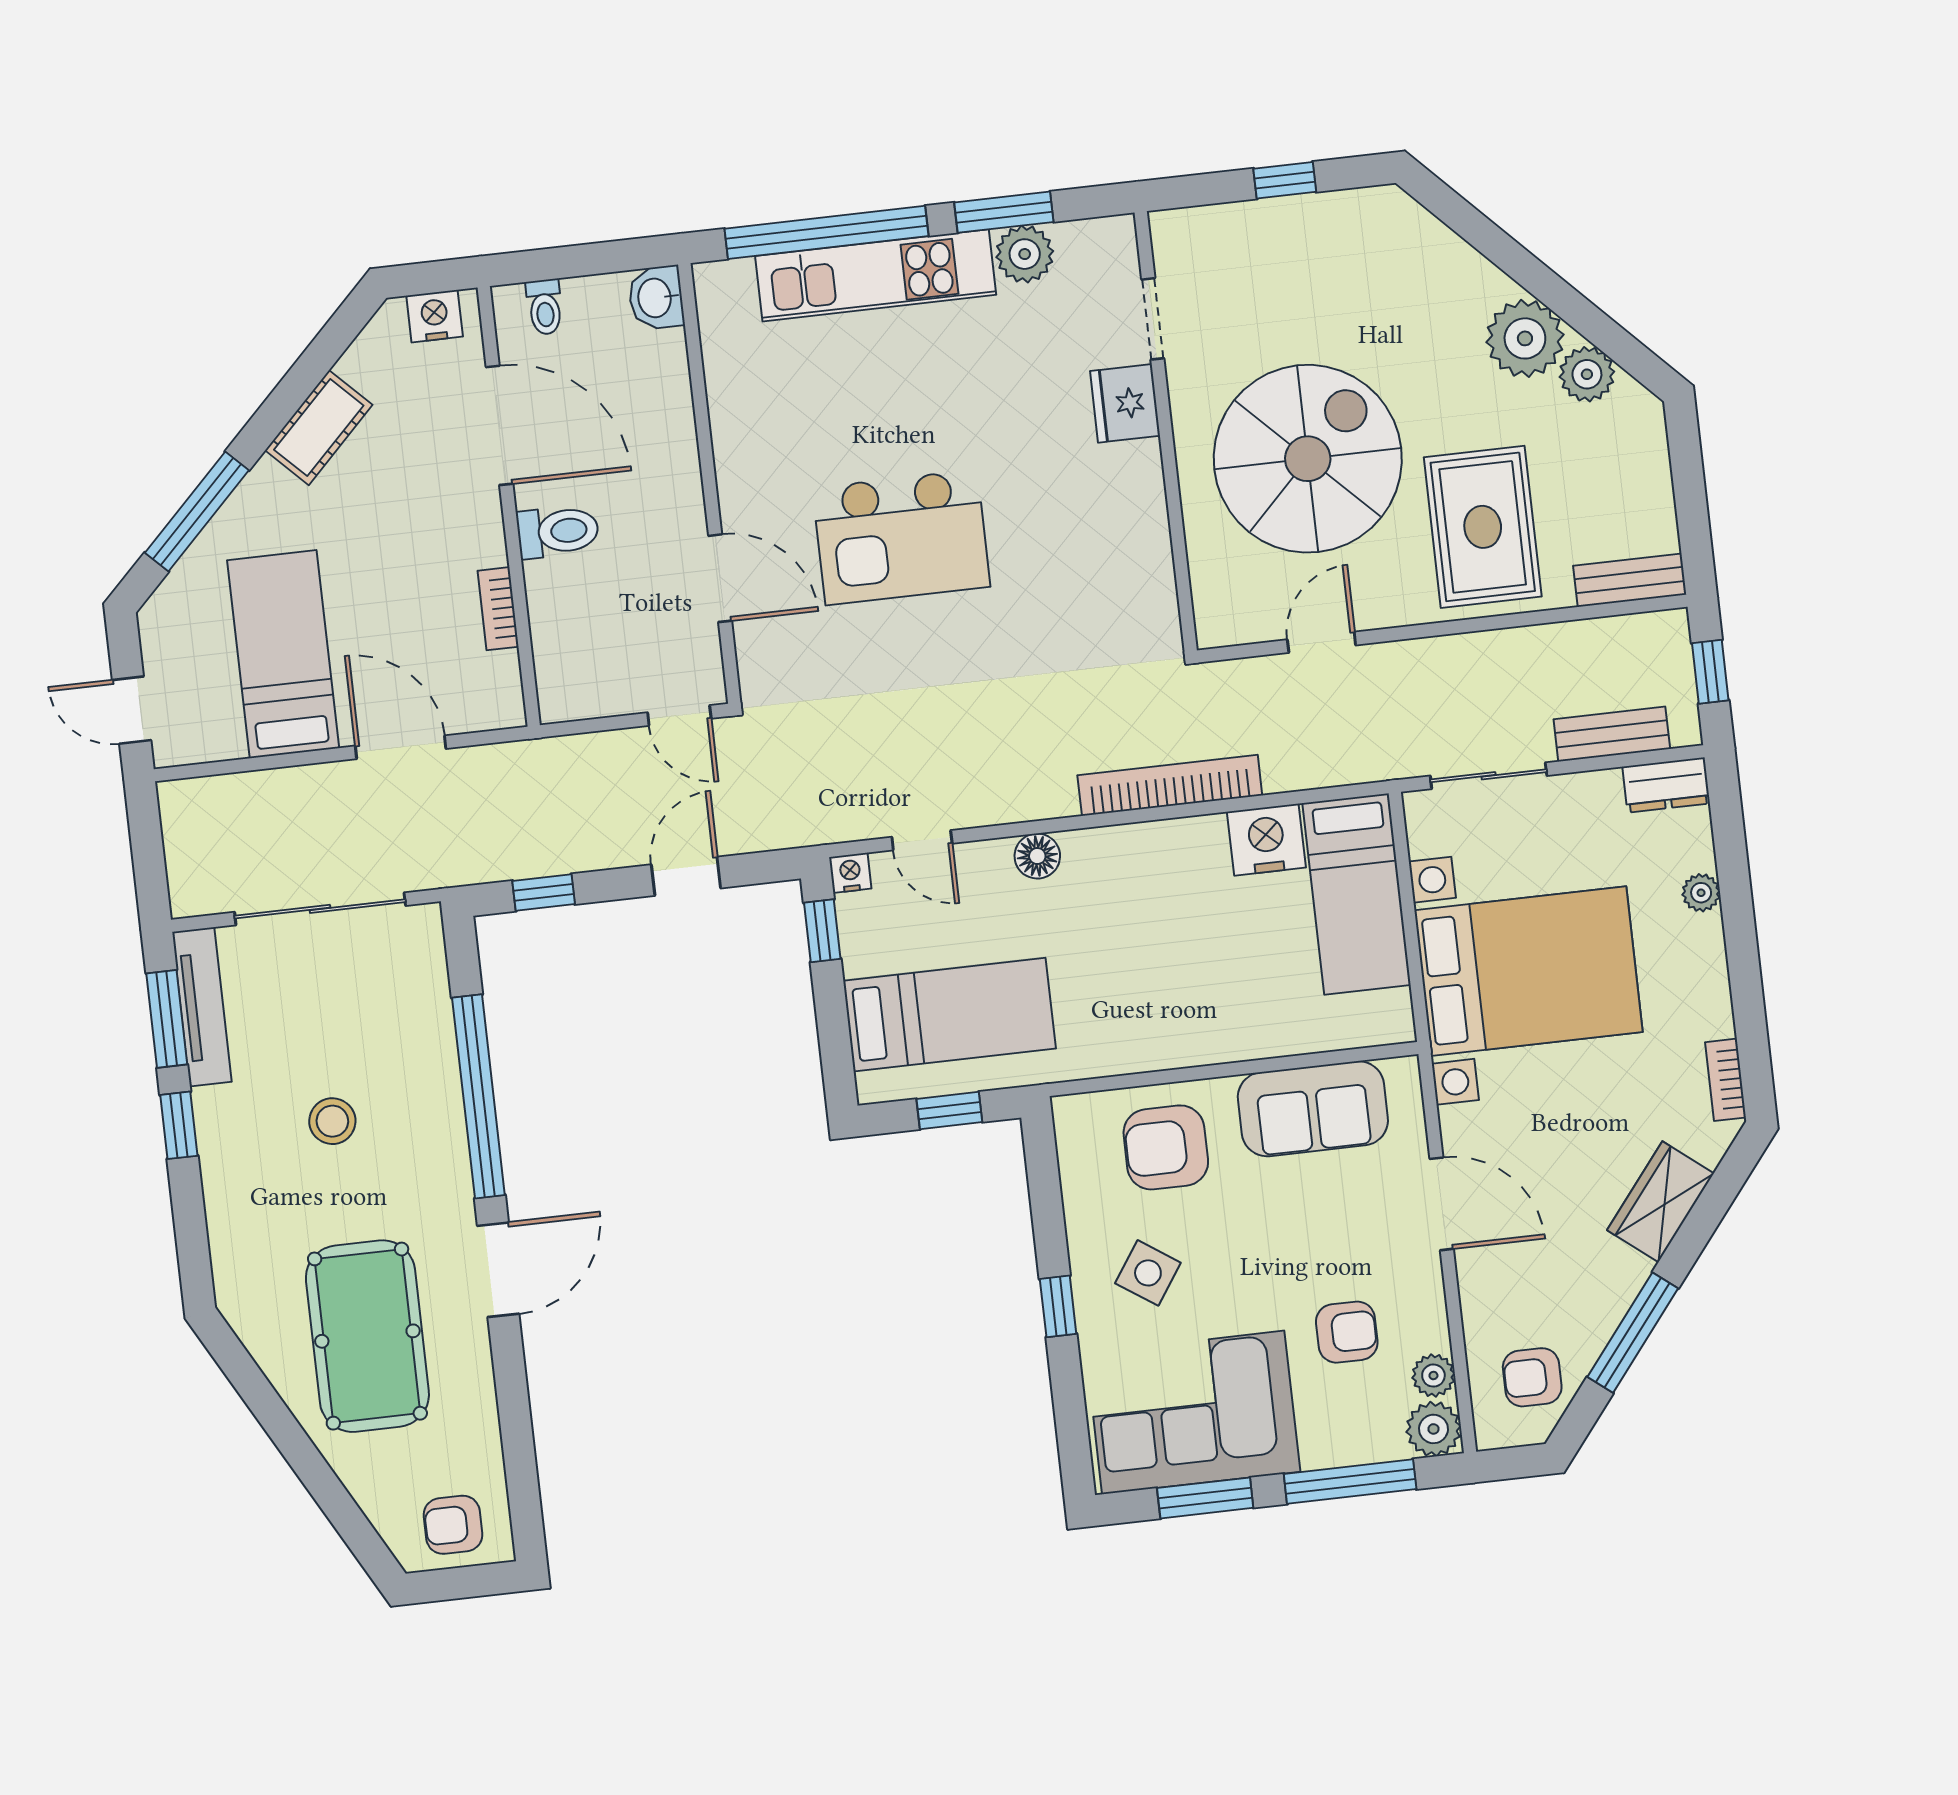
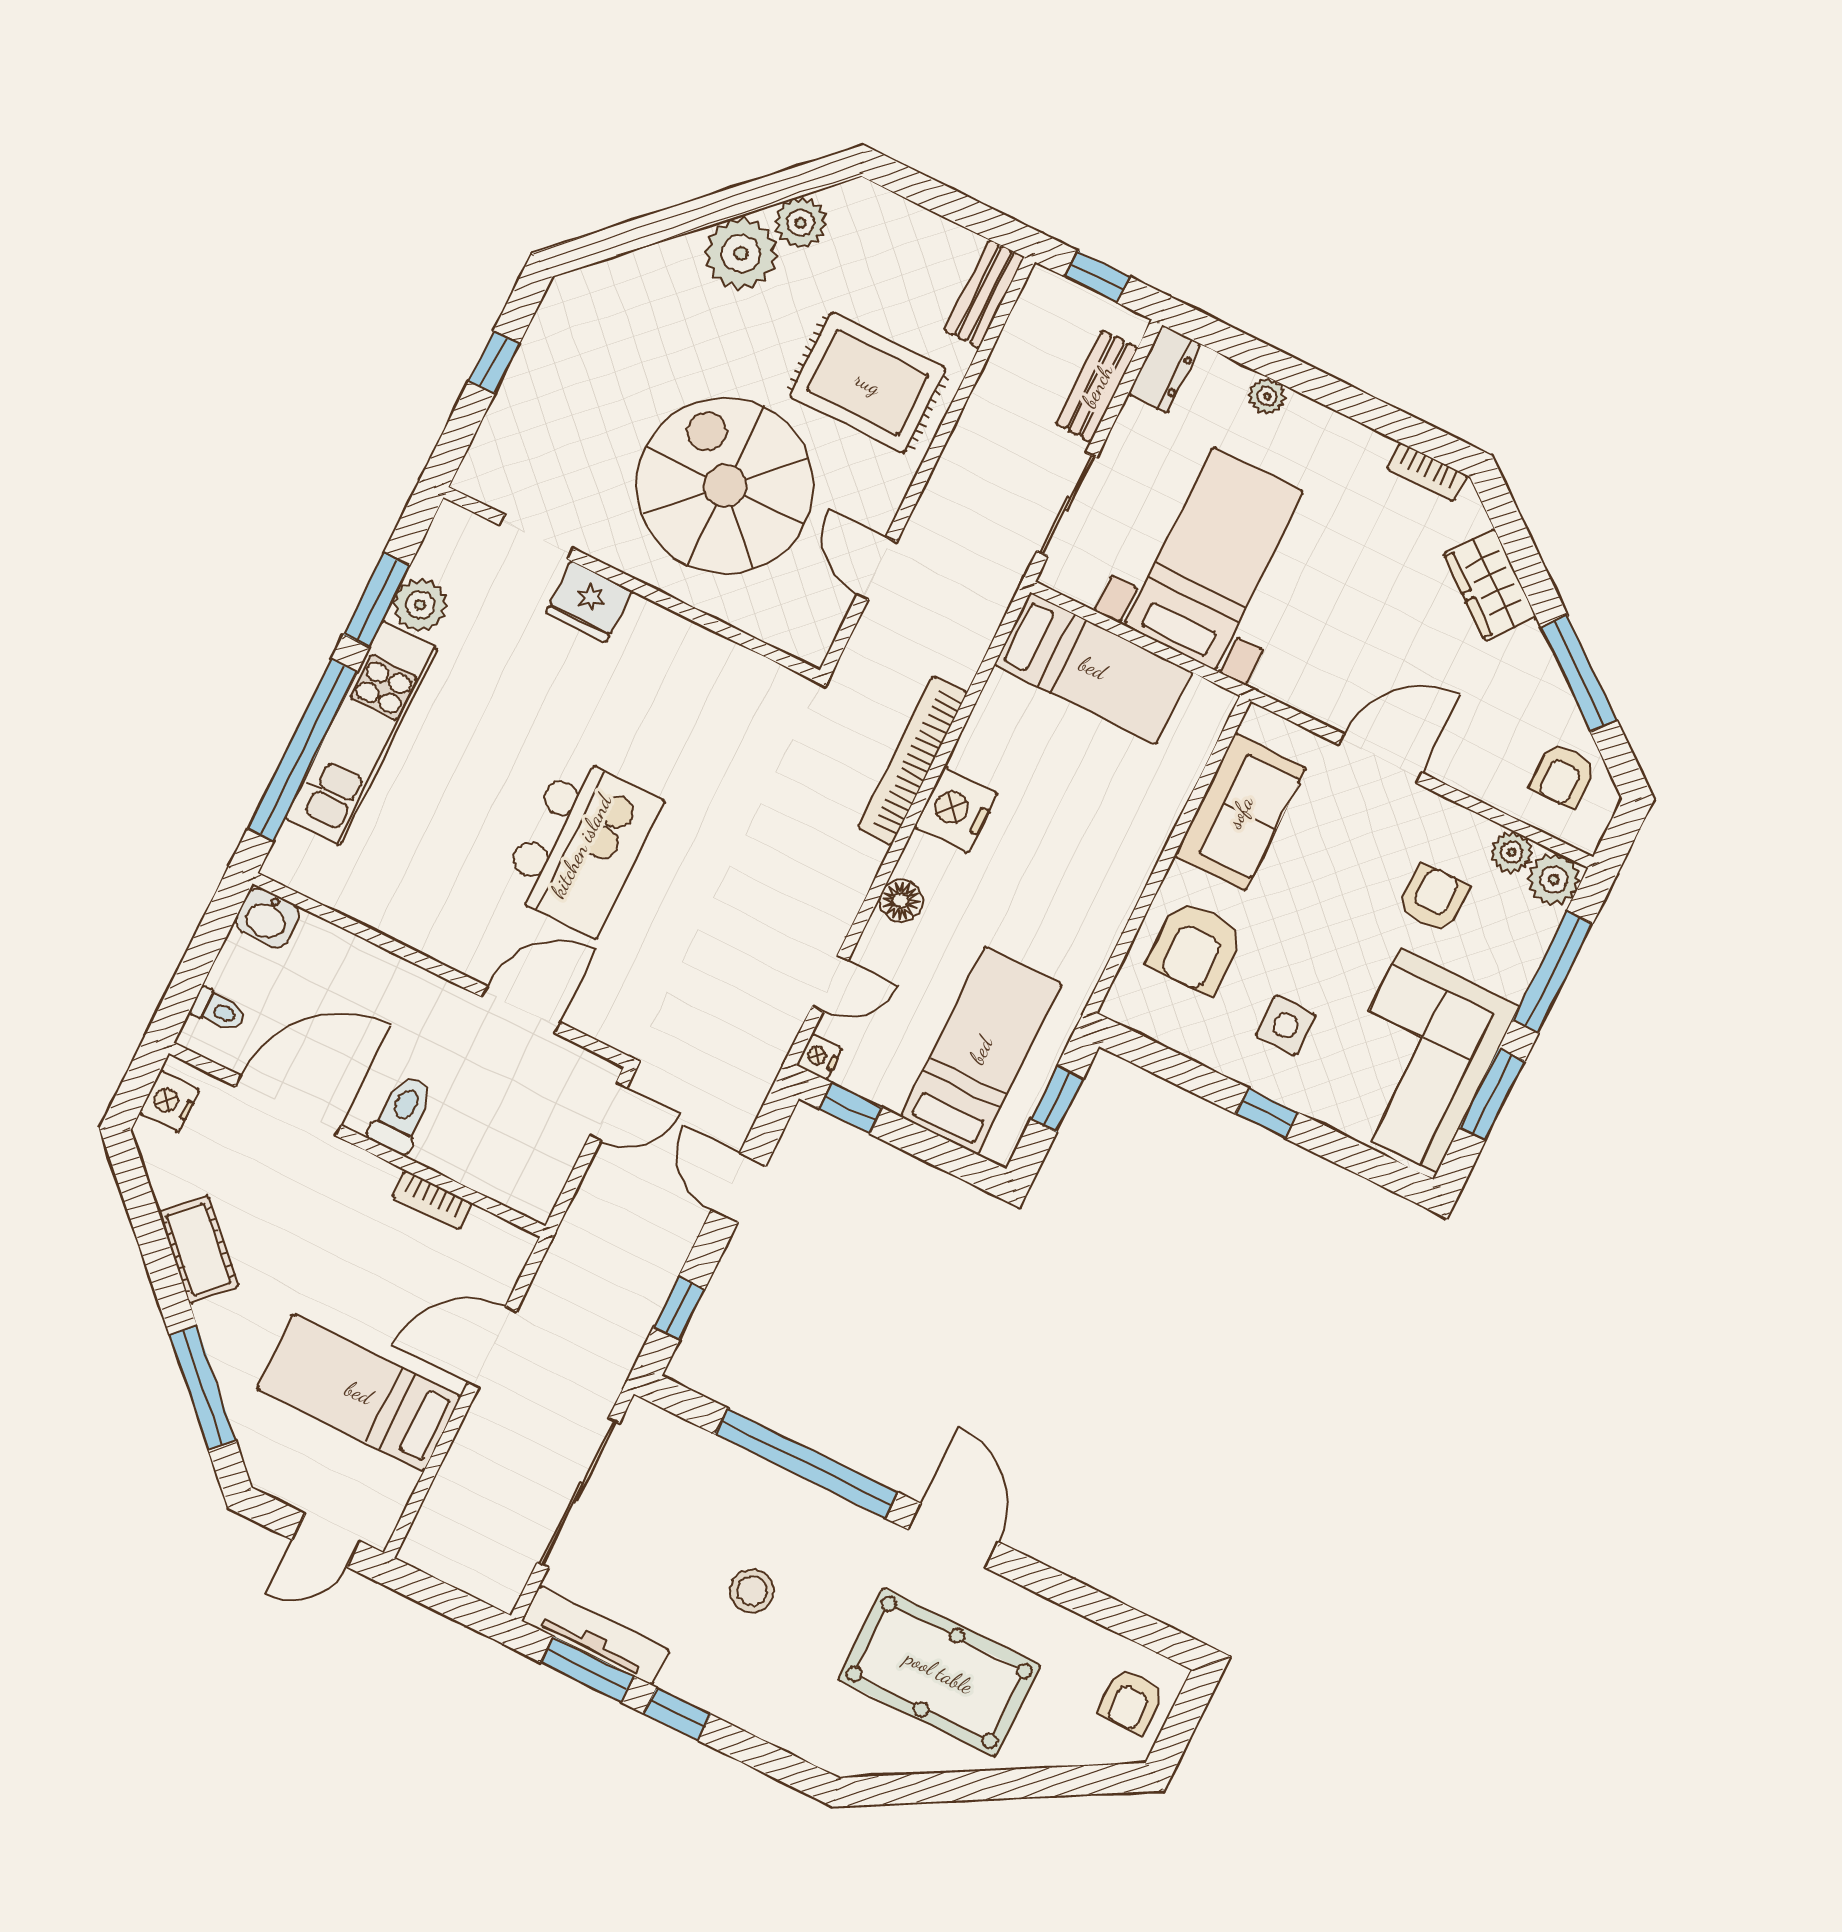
nightstand: (1266, 840) -> (956, 810), moved
bed with nightstands: (1529, 971) -> (1214, 559), width x0.73
side table: (1148, 1273) -> (1286, 1025), turned -34

